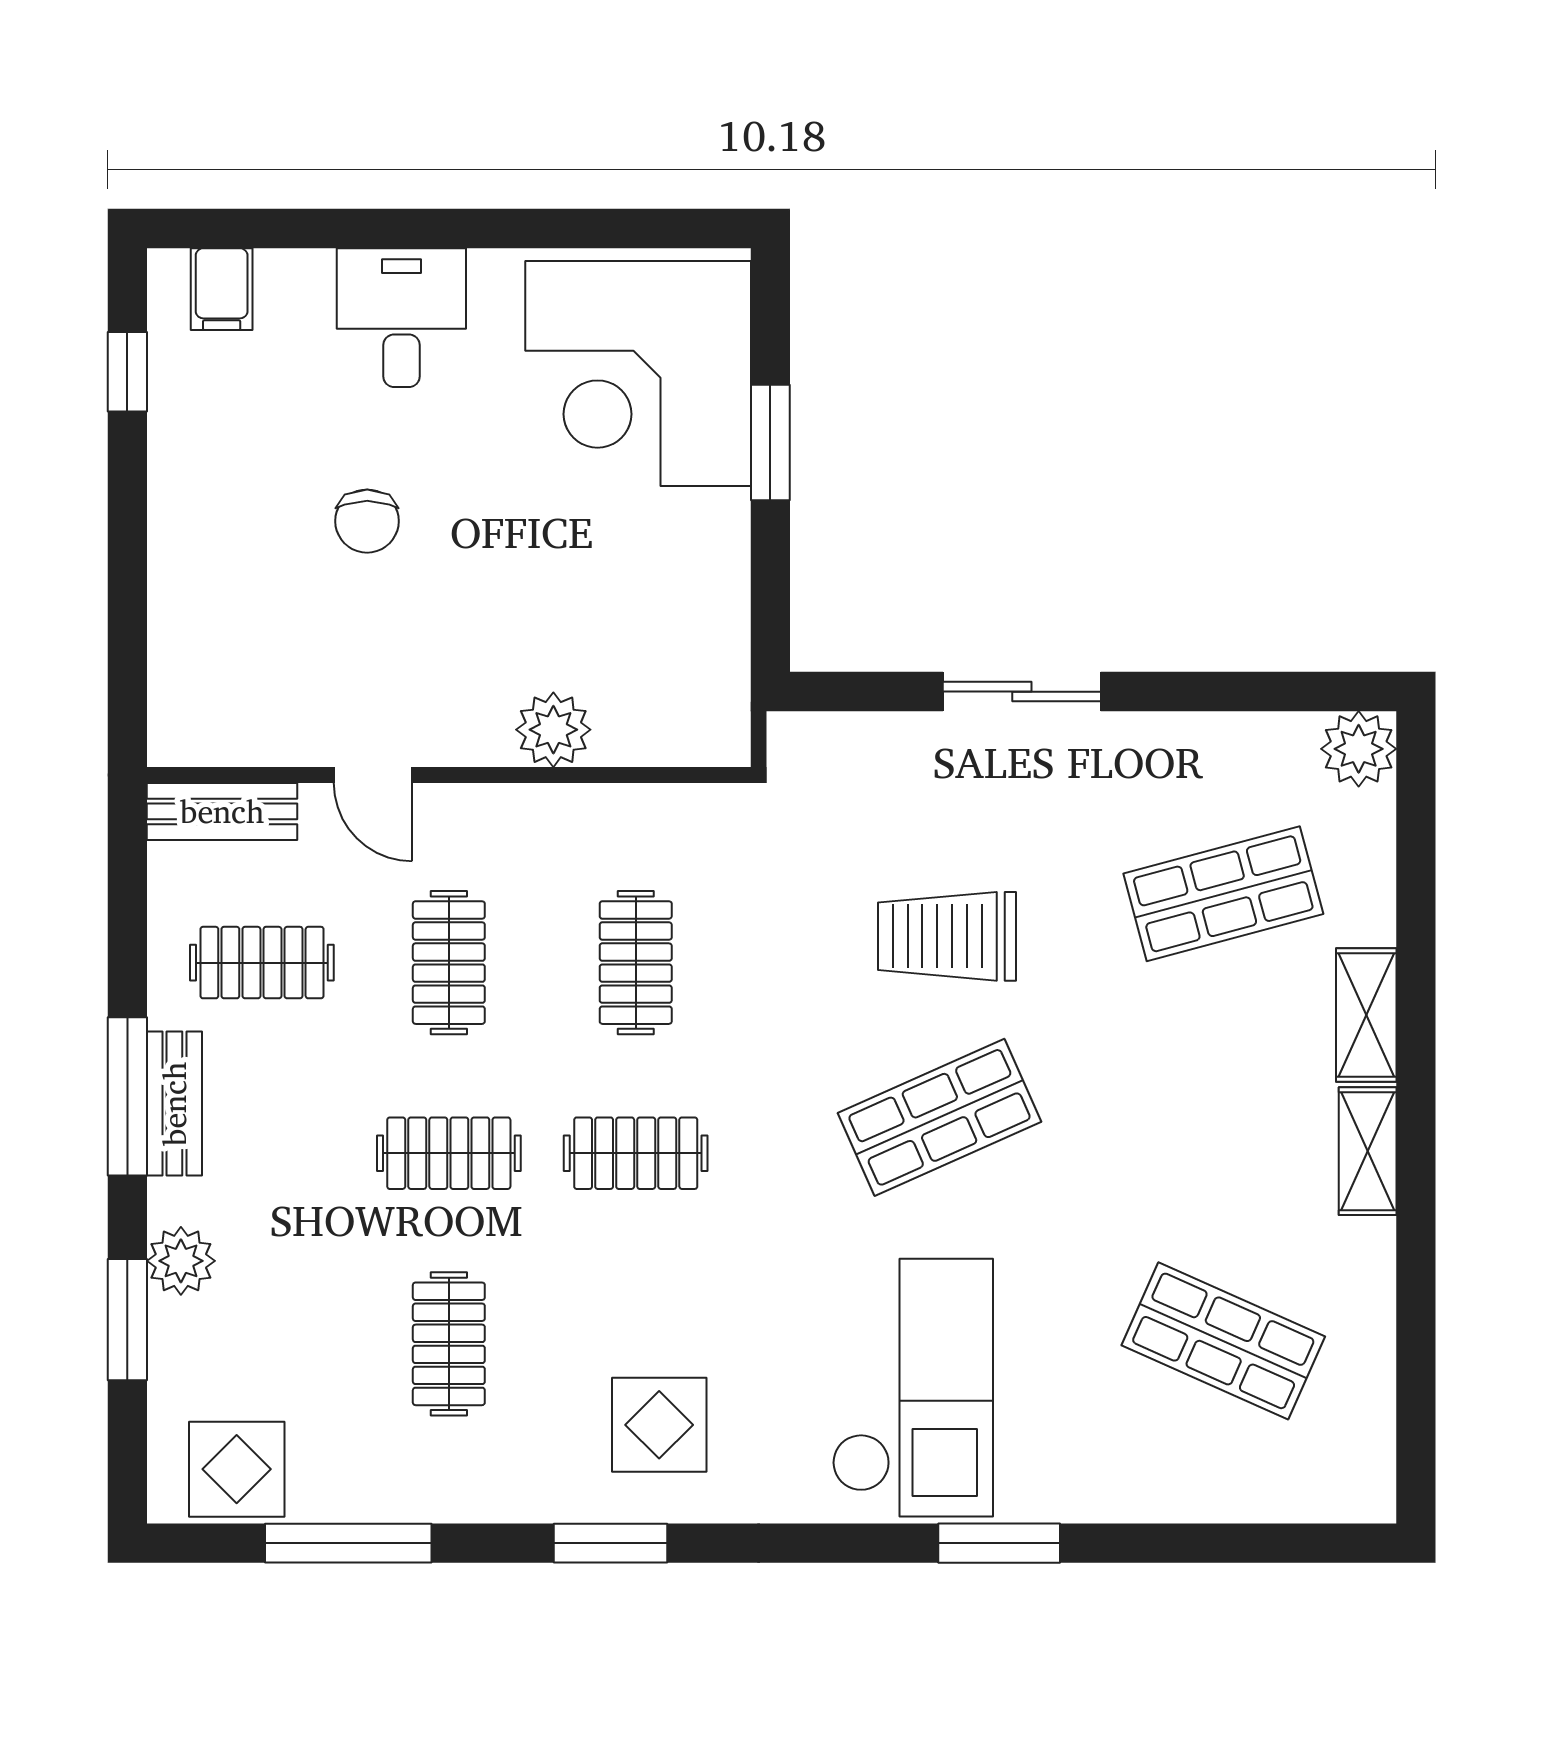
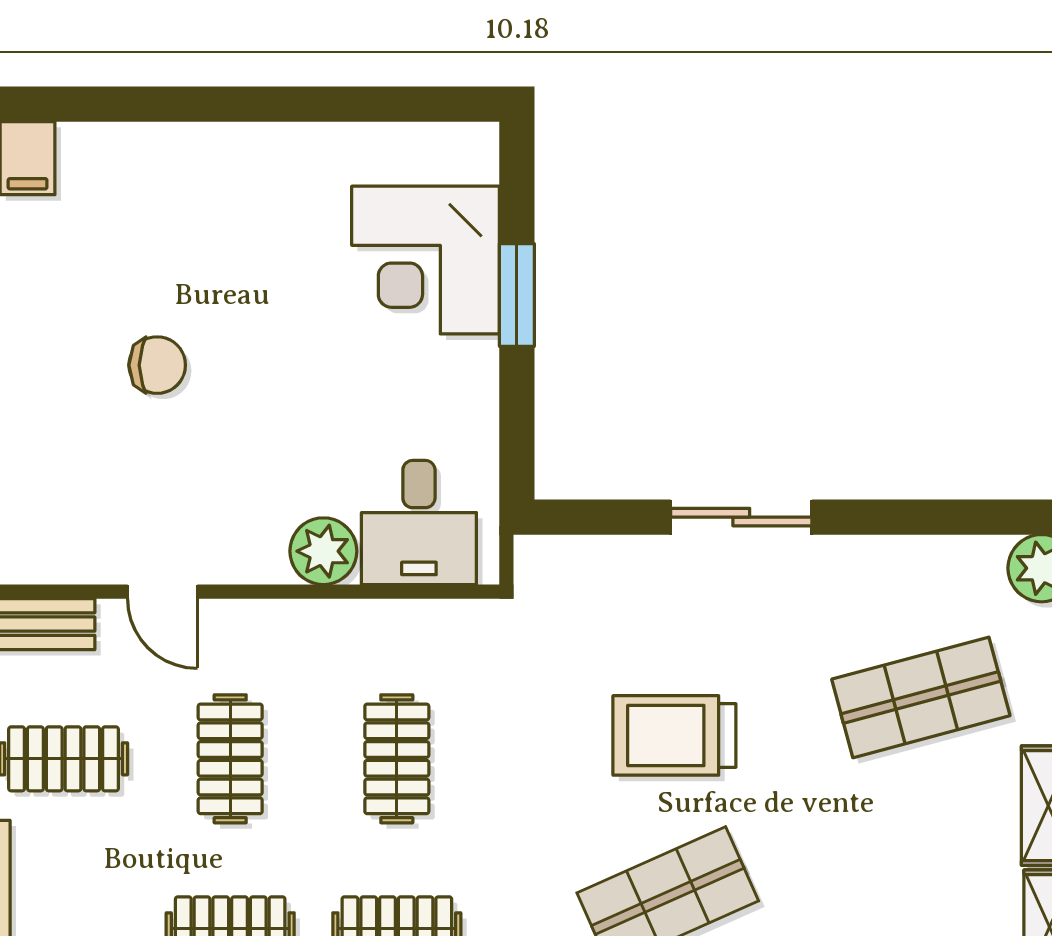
desk: (401, 318) -> (419, 523), moved, turned 180
corner desk: (638, 373) -> (426, 260), width x0.74, depth x0.74
chair: (367, 521) -> (157, 365), turned -90

